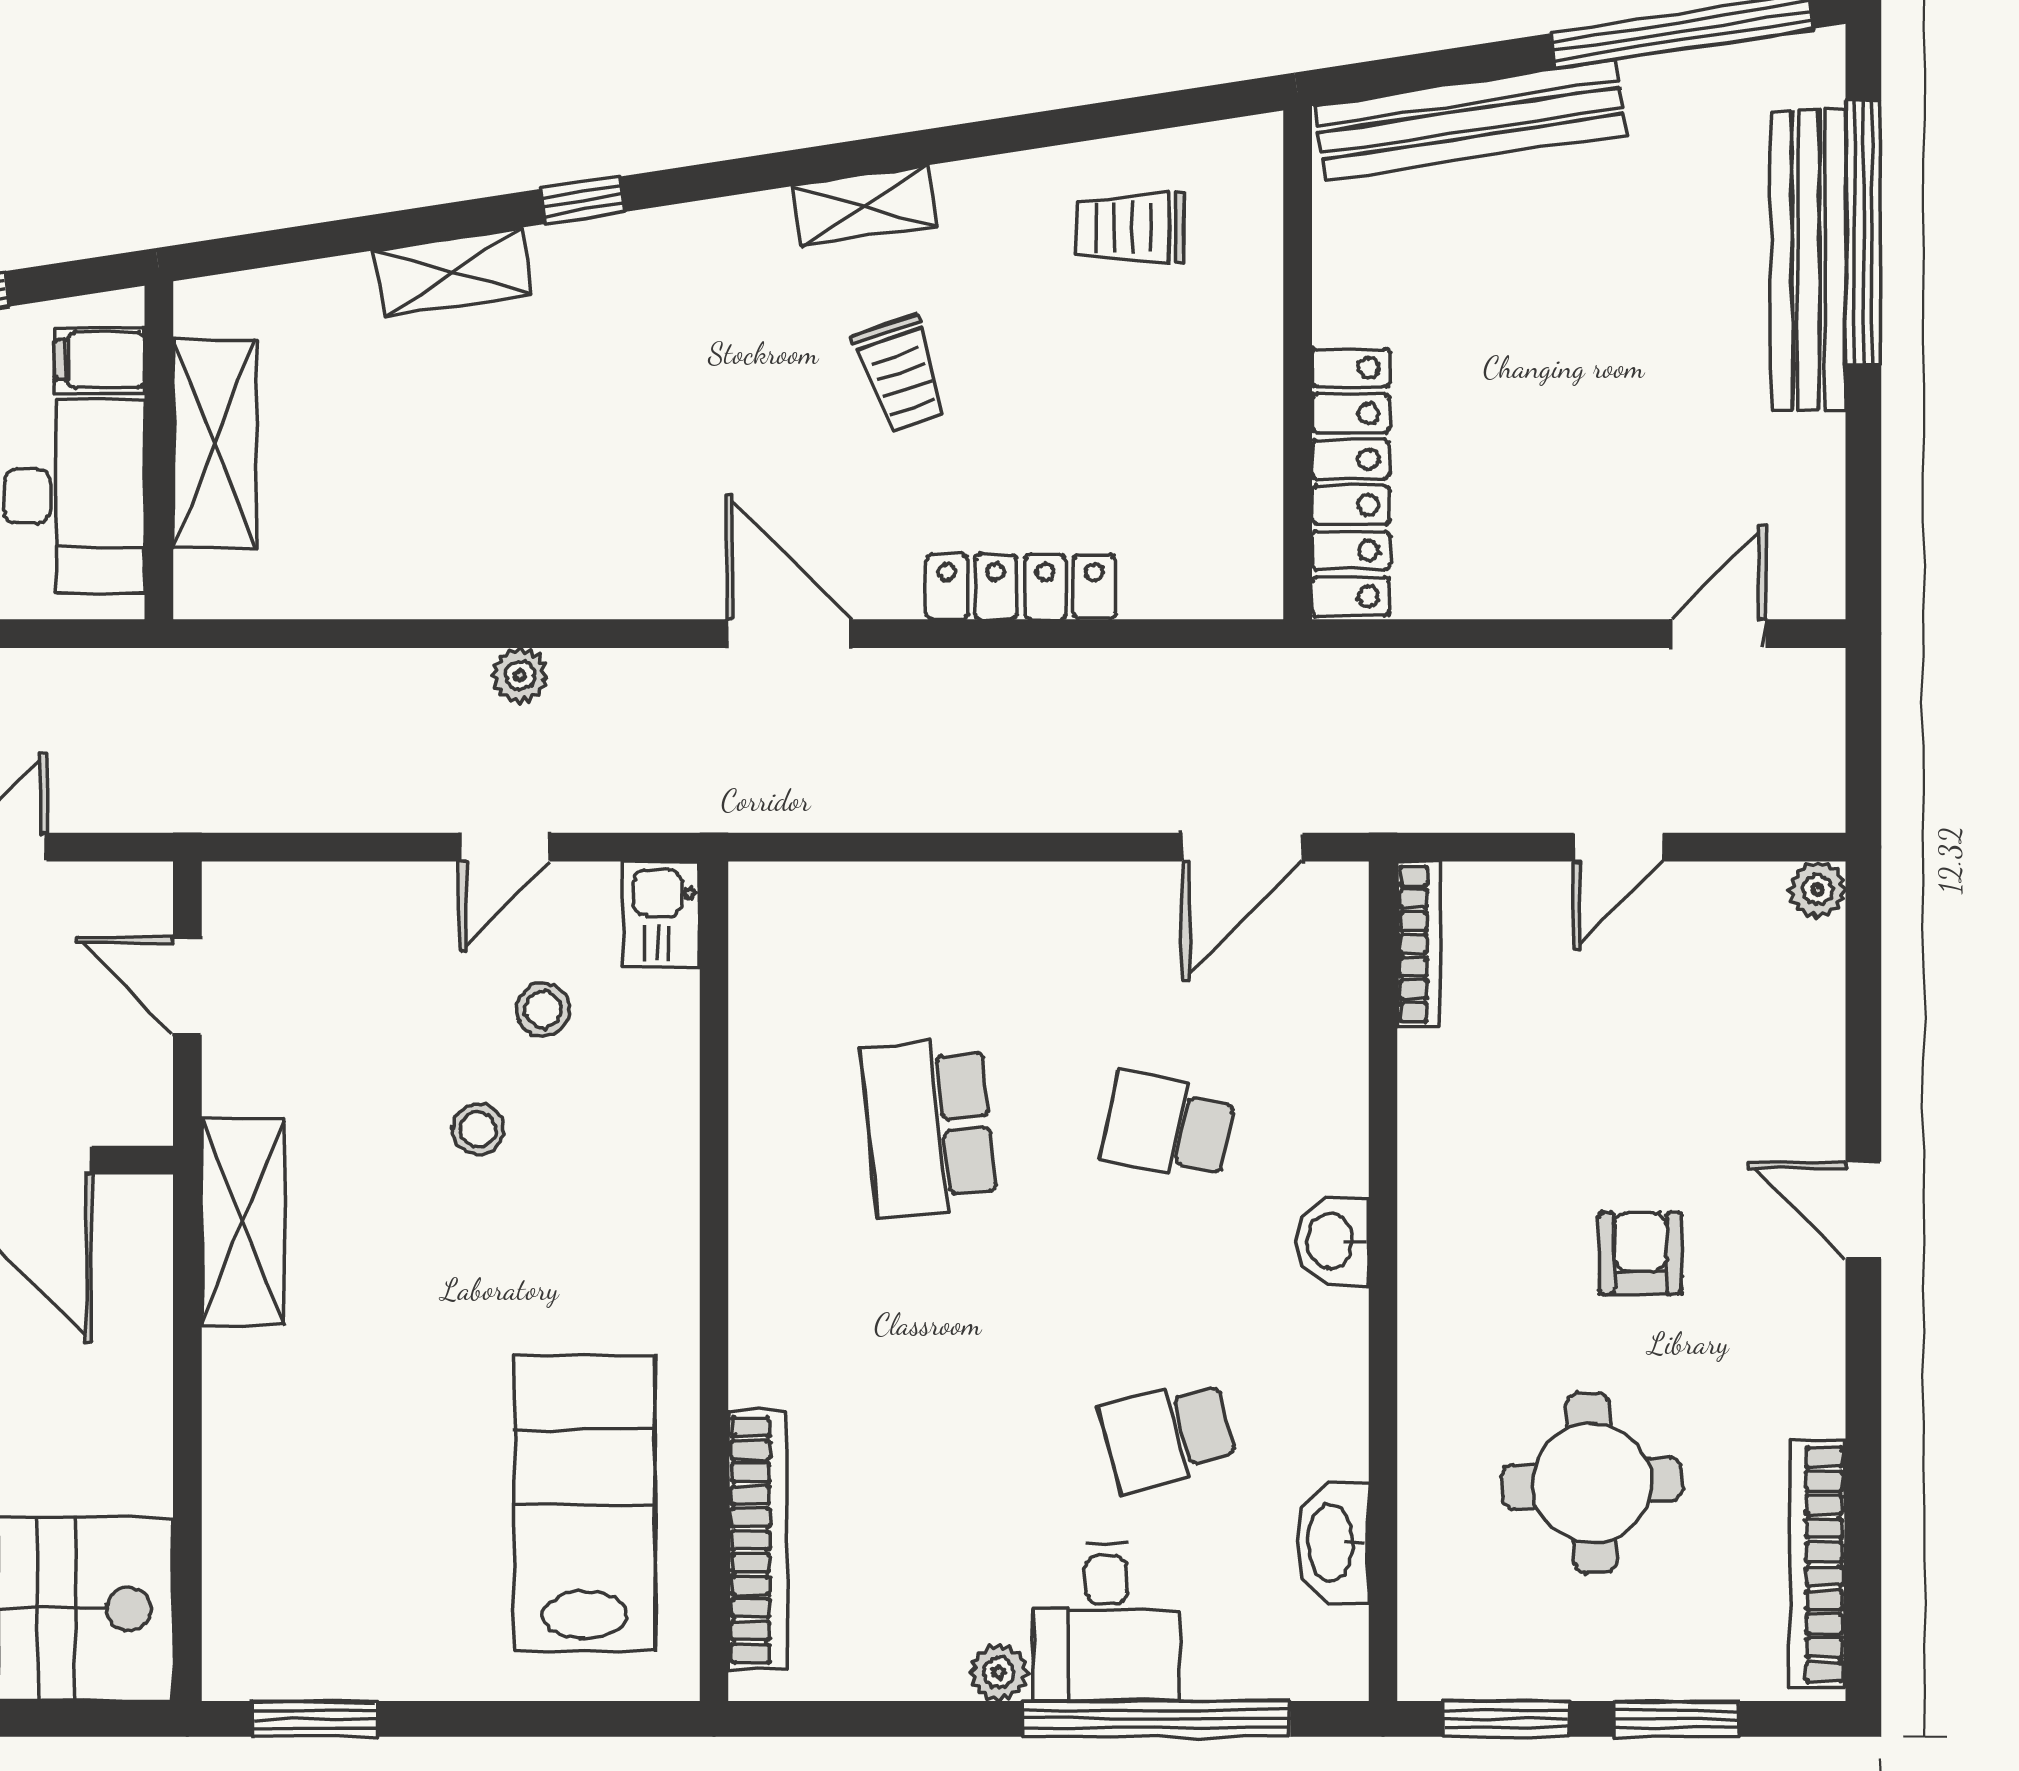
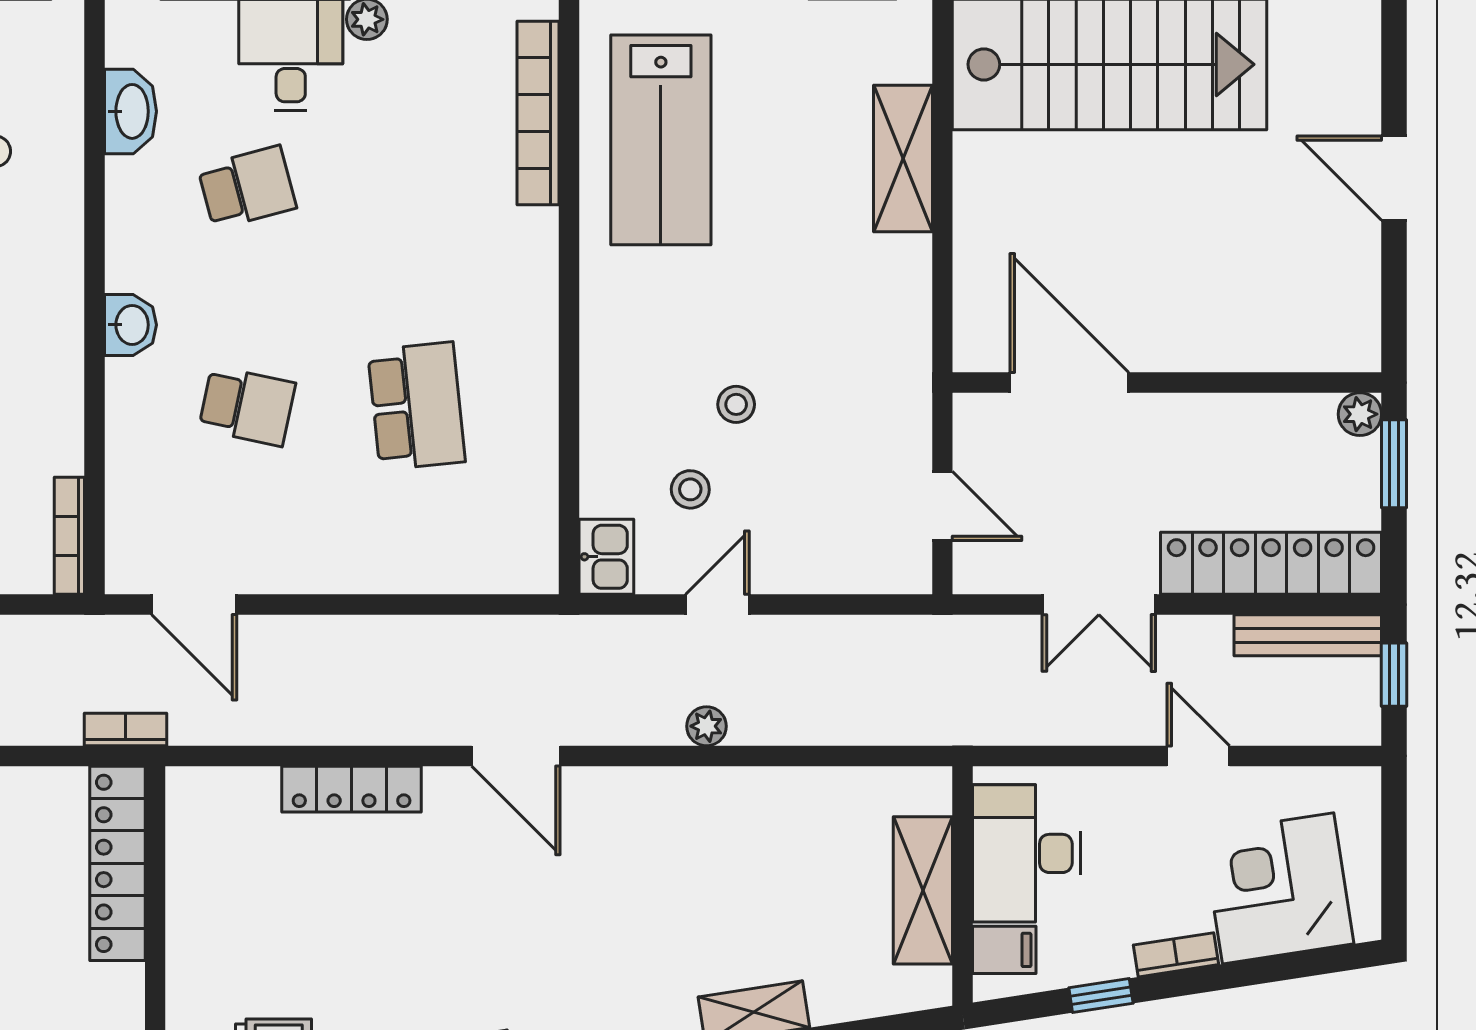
trolley: (902, 374) -> (436, 940), removed
bookcase: (1339, 671) -> (126, 729), added
door: (1242, 847) -> (194, 605), swing flipped
shelving: (243, 1222) -> (903, 158), moved

